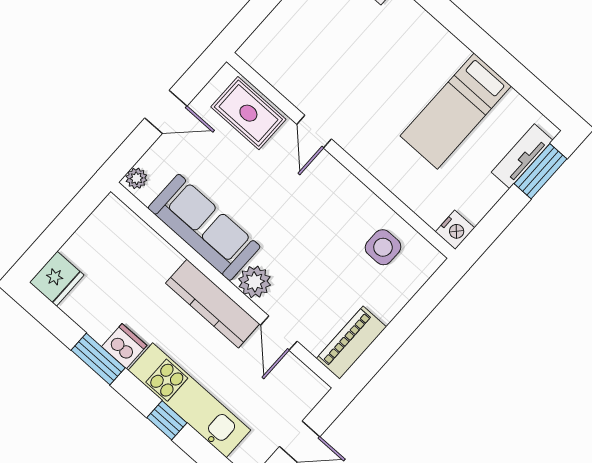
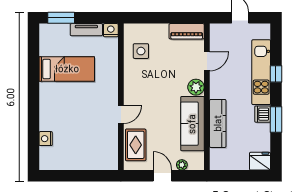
tv unit: (522, 156) -> (86, 30), moved
plant: (136, 178) -> (182, 165), moved
kitchen counter: (213, 303) -> (218, 123), moved

